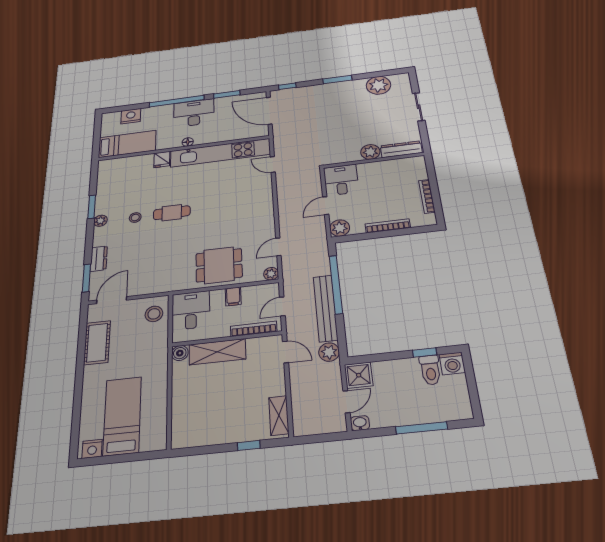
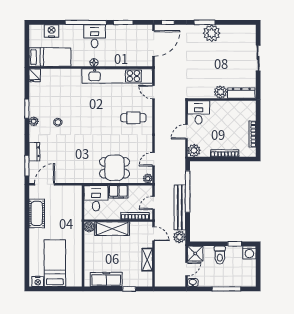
plant: (379, 85) -> (212, 33), moved
door: (269, 111) -> (153, 43), swing flipped
desk: (194, 113) -> (95, 36), width x0.73
fridge: (162, 159) -> (35, 75), moved
cafe table: (172, 213) -> (133, 118), moved
filing cabinet: (233, 296) -> (118, 192), width x2.00
stool: (154, 314) -> (72, 198), removed
toilet: (430, 370) -> (220, 255), moved
shelving: (279, 415) -> (147, 260), moved
freezer: (209, 433) -> (106, 279), added

